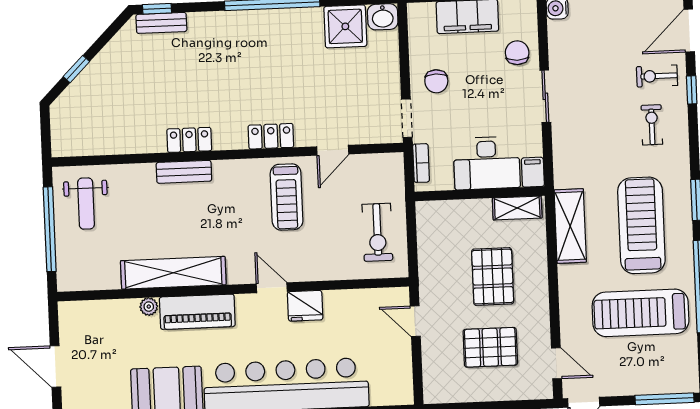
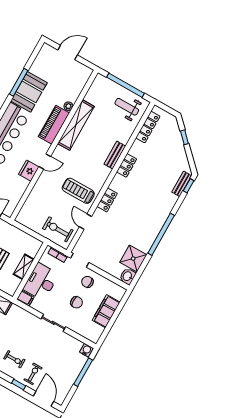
chair: (517, 53) -> (77, 302), moved
locker: (98, 144) -> (148, 127), added
shelving: (517, 208) -> (24, 267), moved
exercise bike: (377, 232) -> (58, 229), moved

